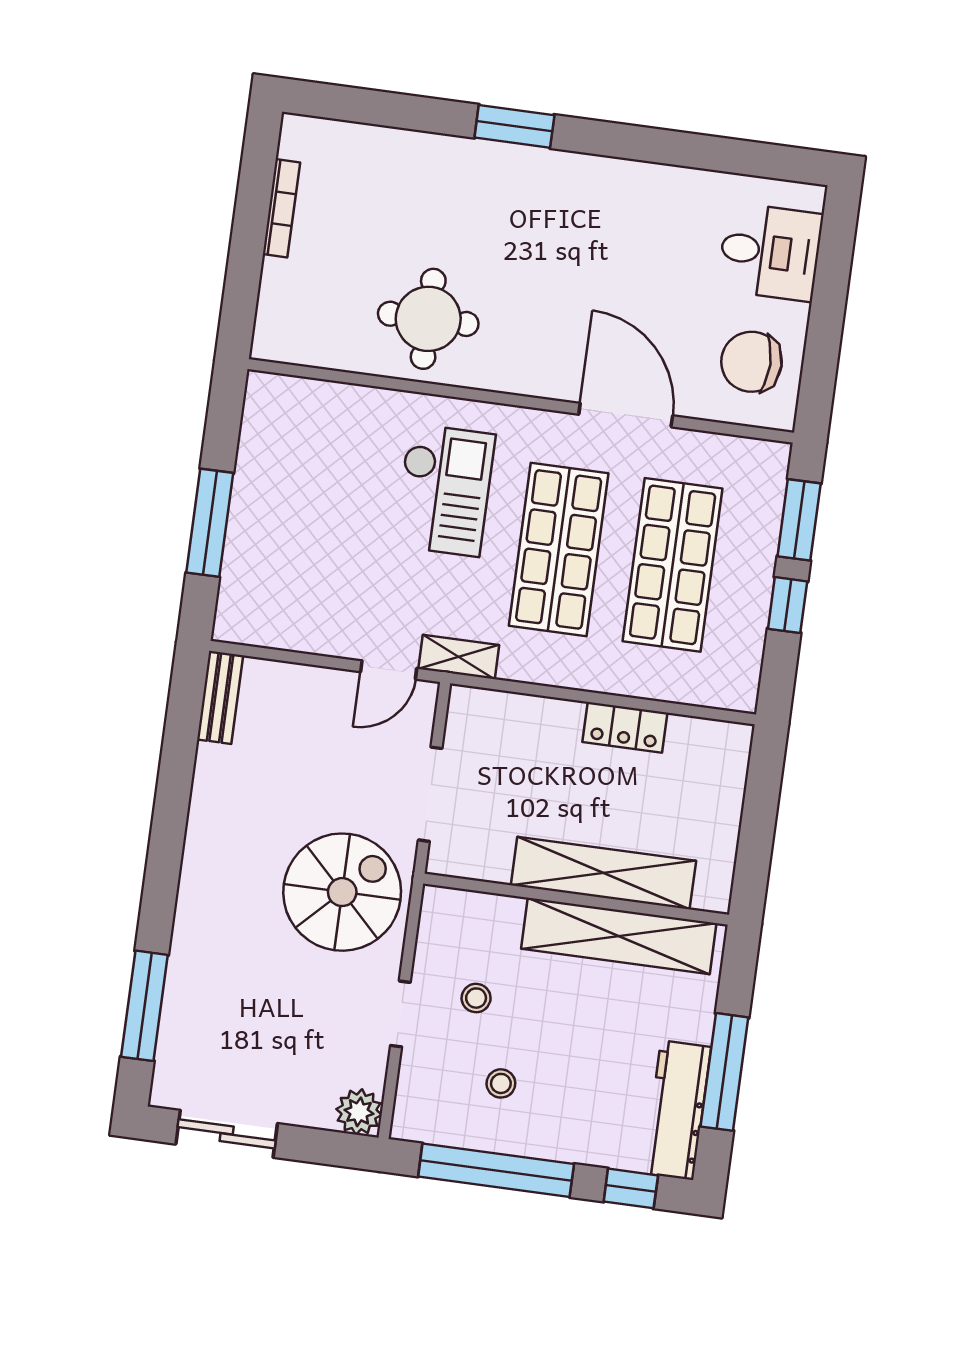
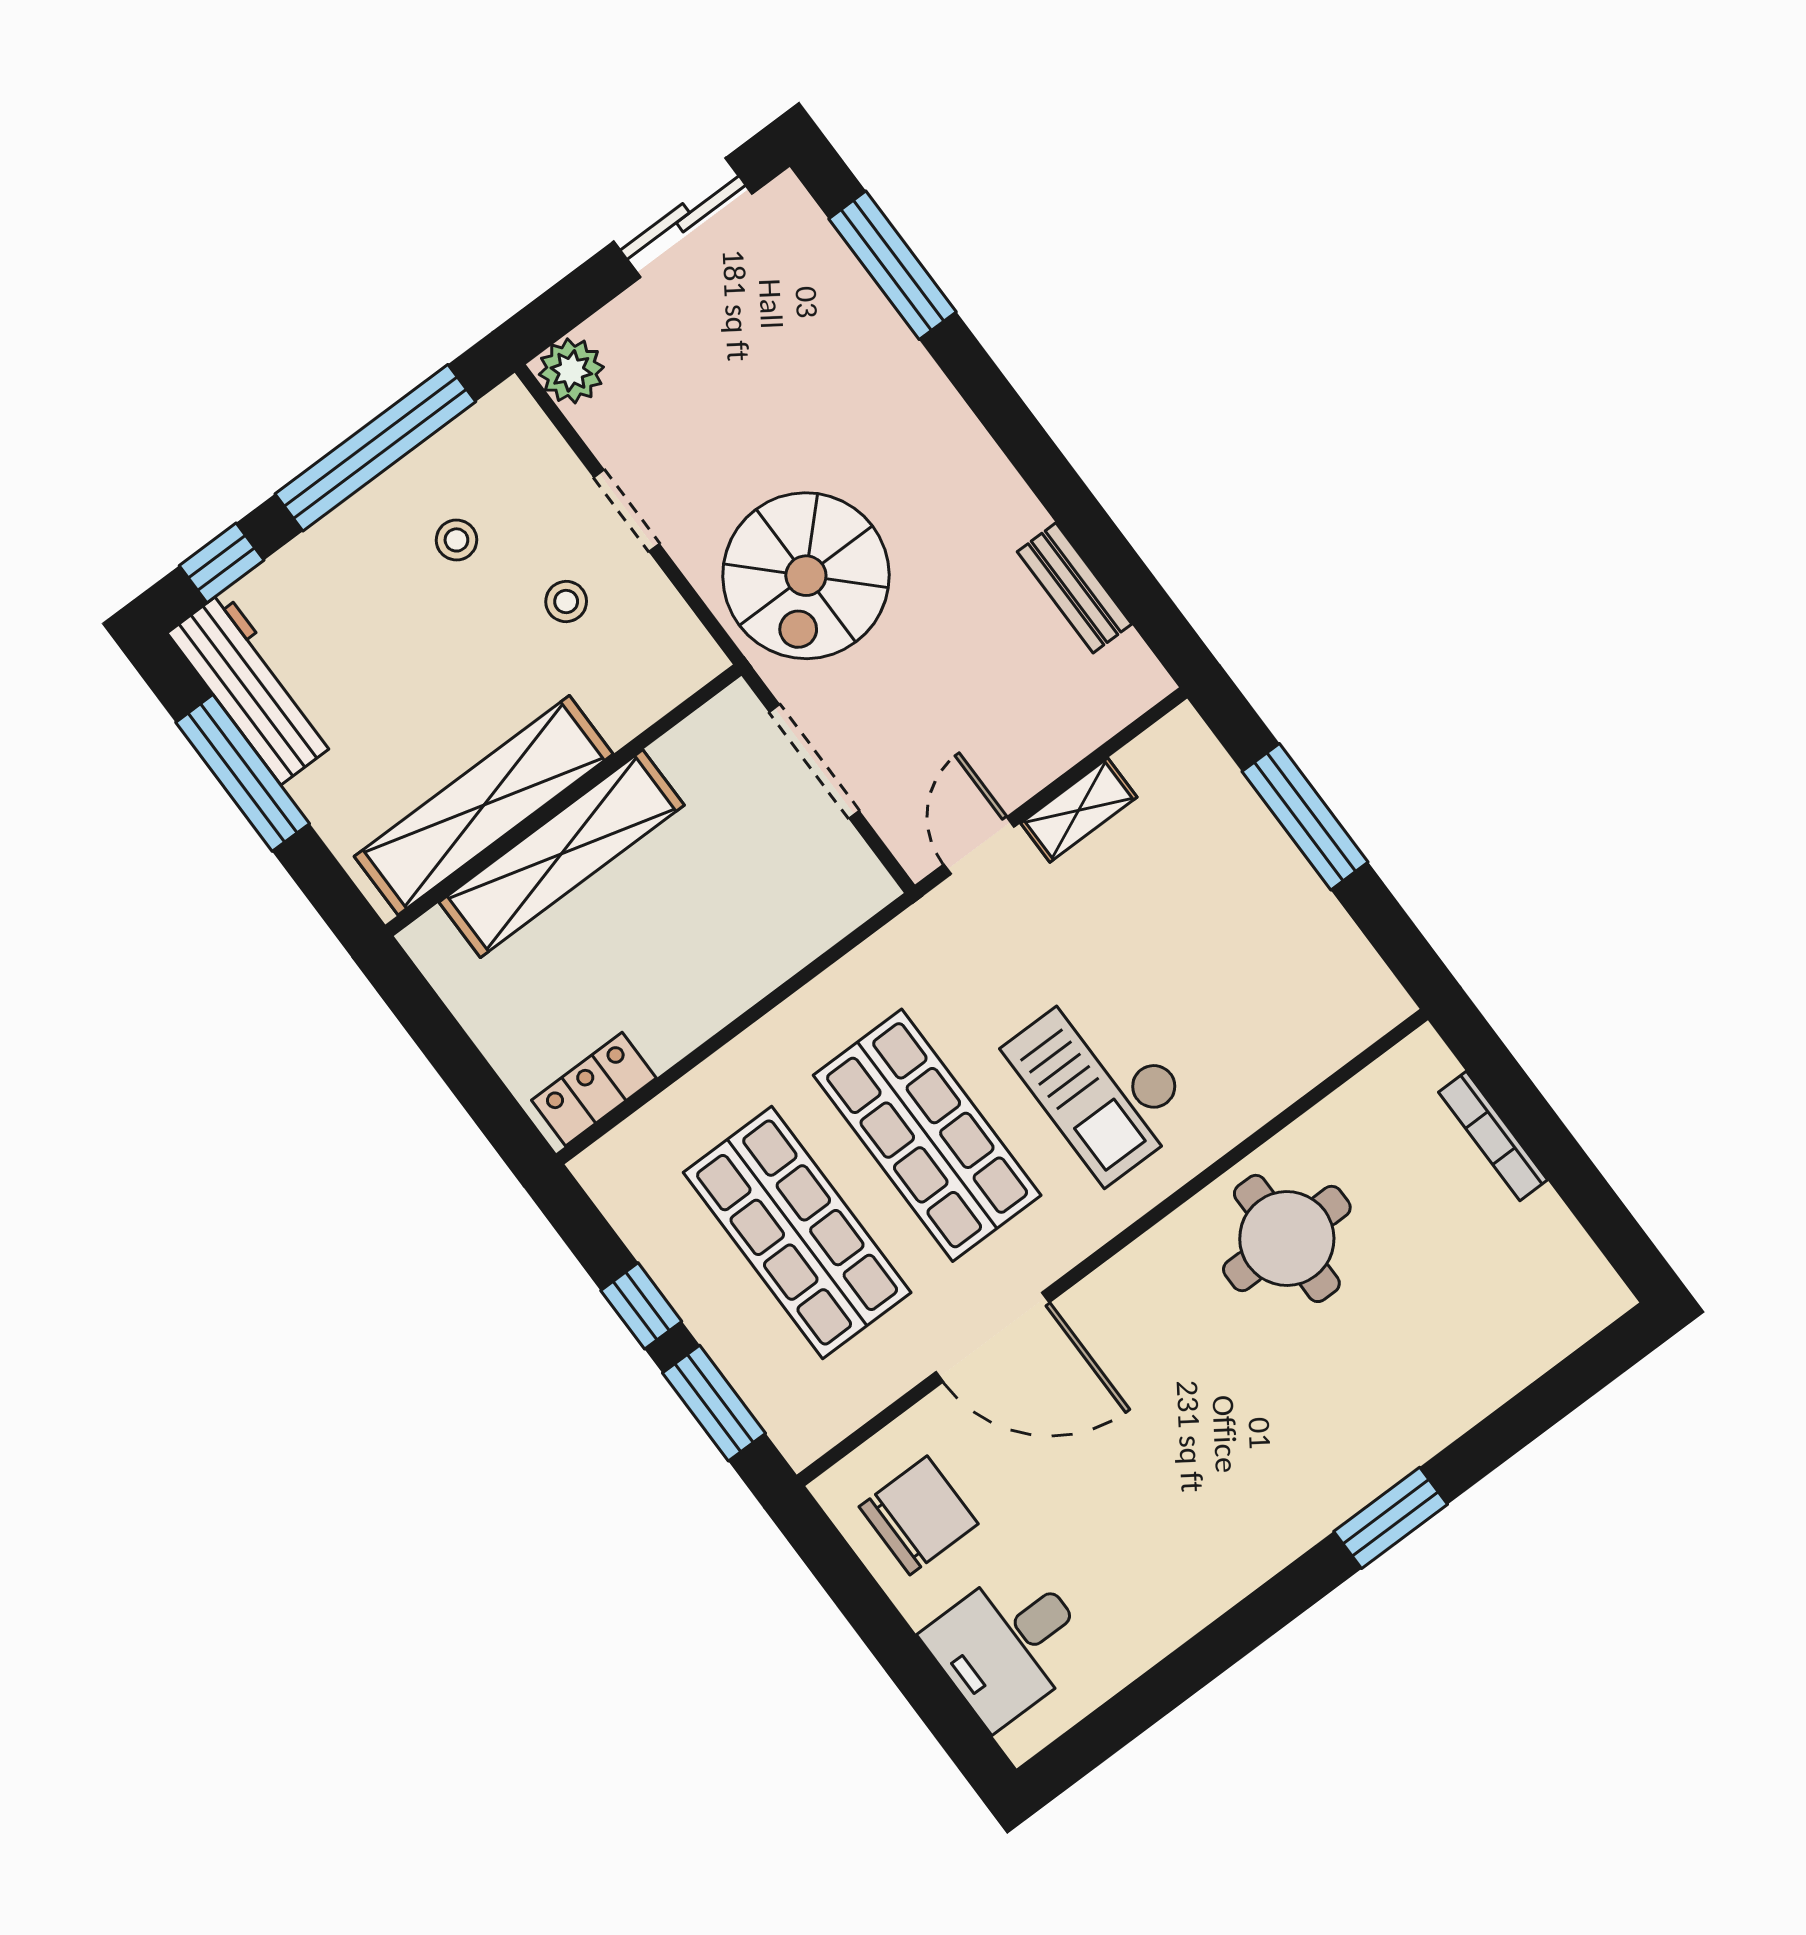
bookcase: (281, 208) -> (1493, 1136), moved
shelving: (459, 657) -> (1079, 810), moved
bench: (220, 697) -> (1075, 588), moved
locker: (625, 727) -> (594, 1089), moved

